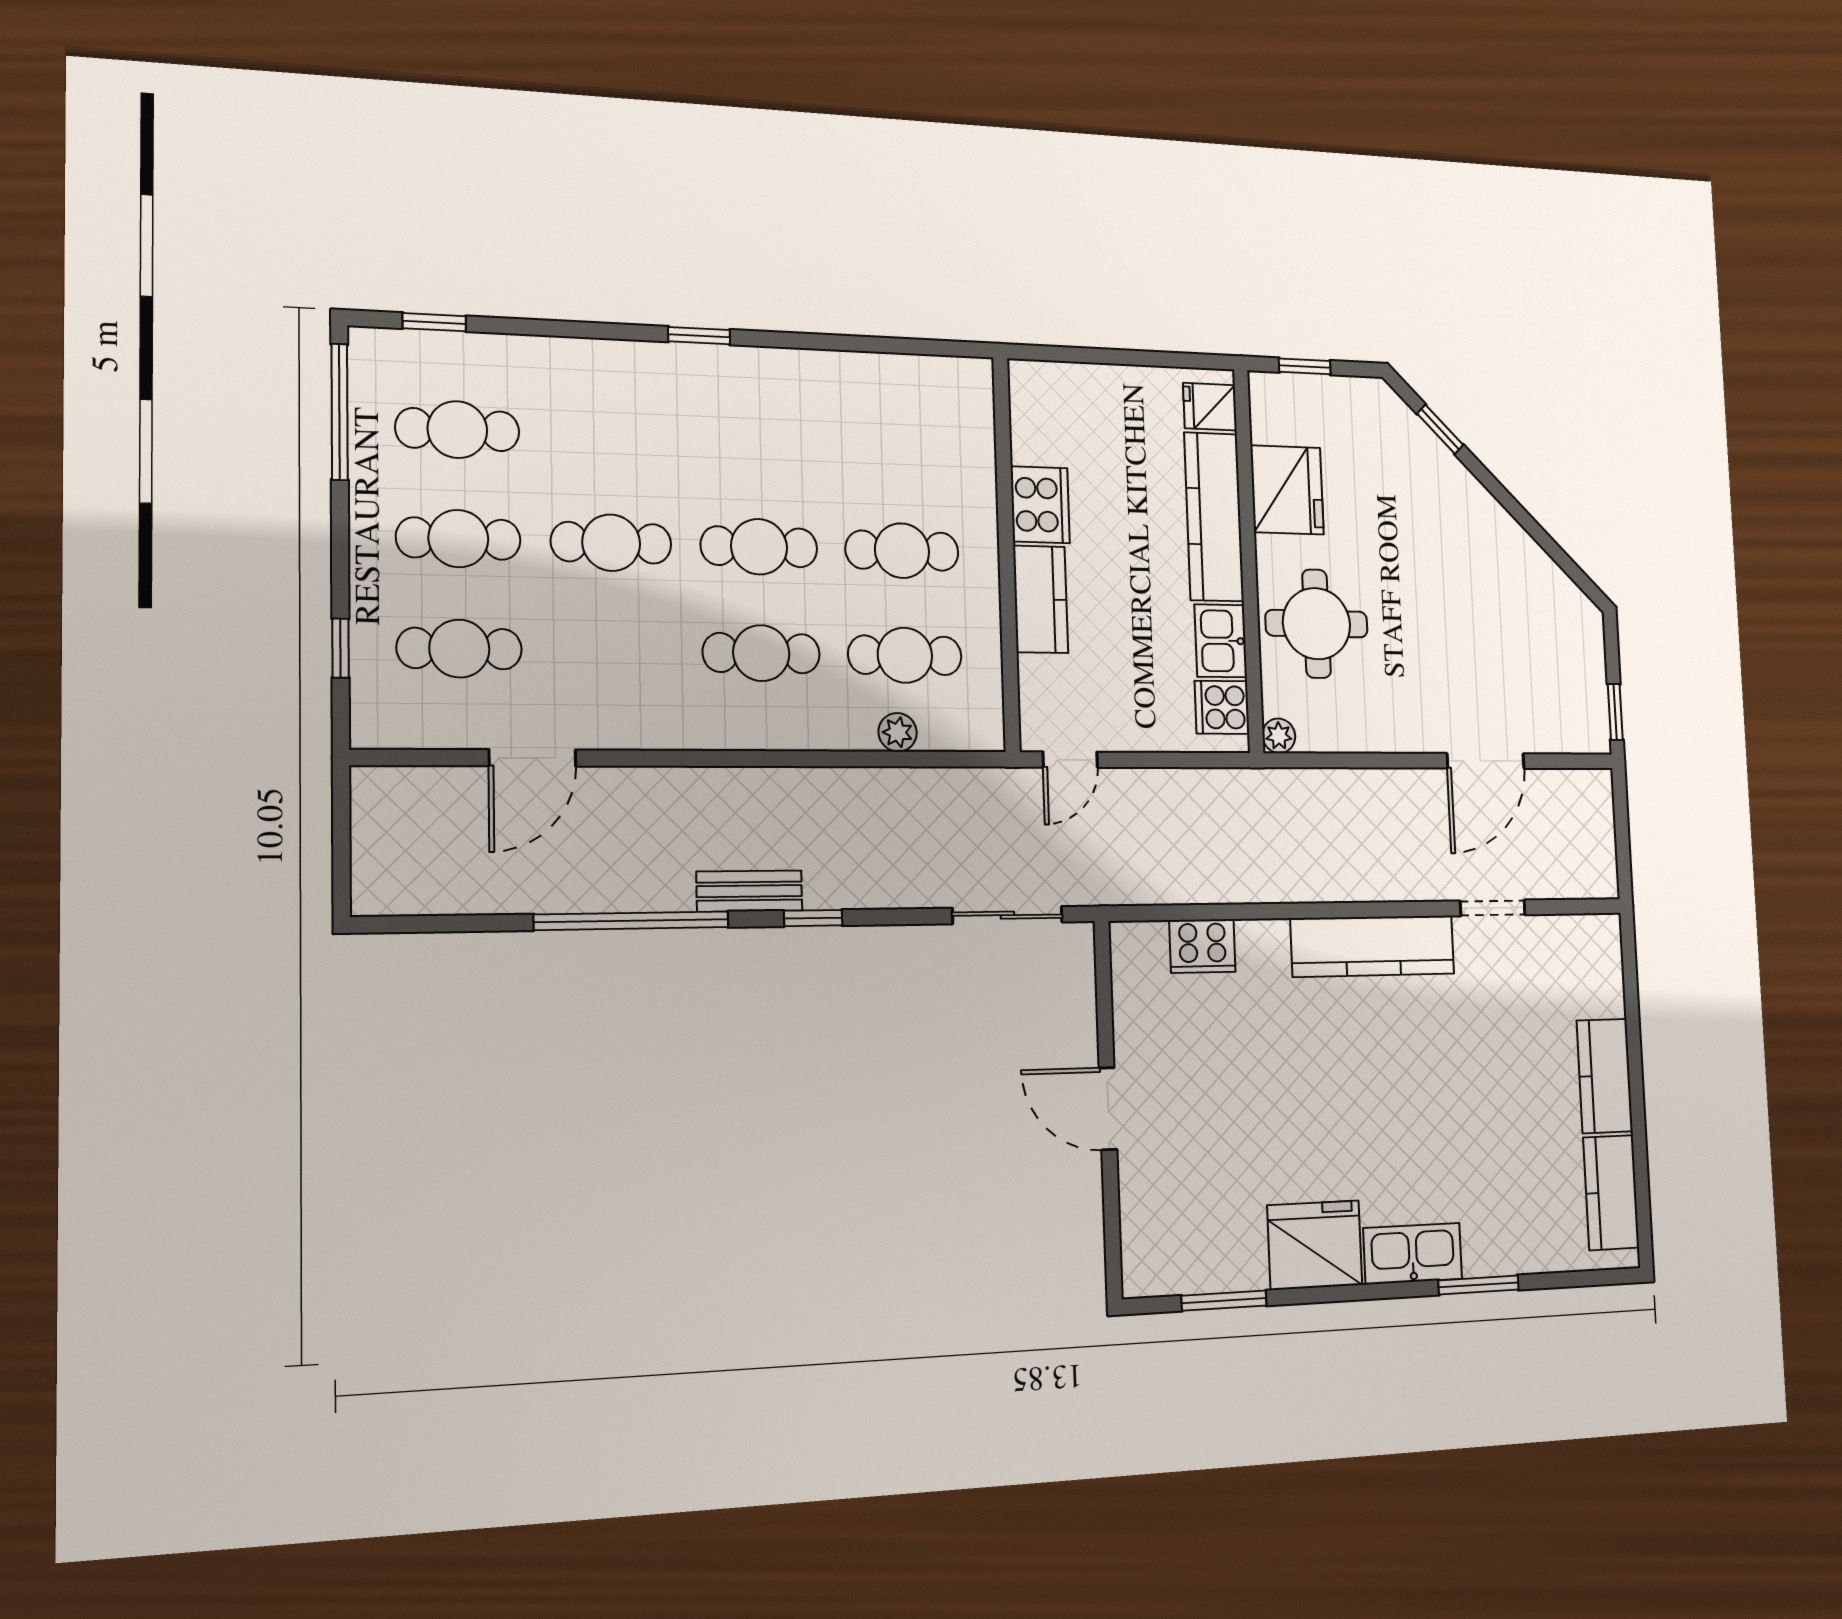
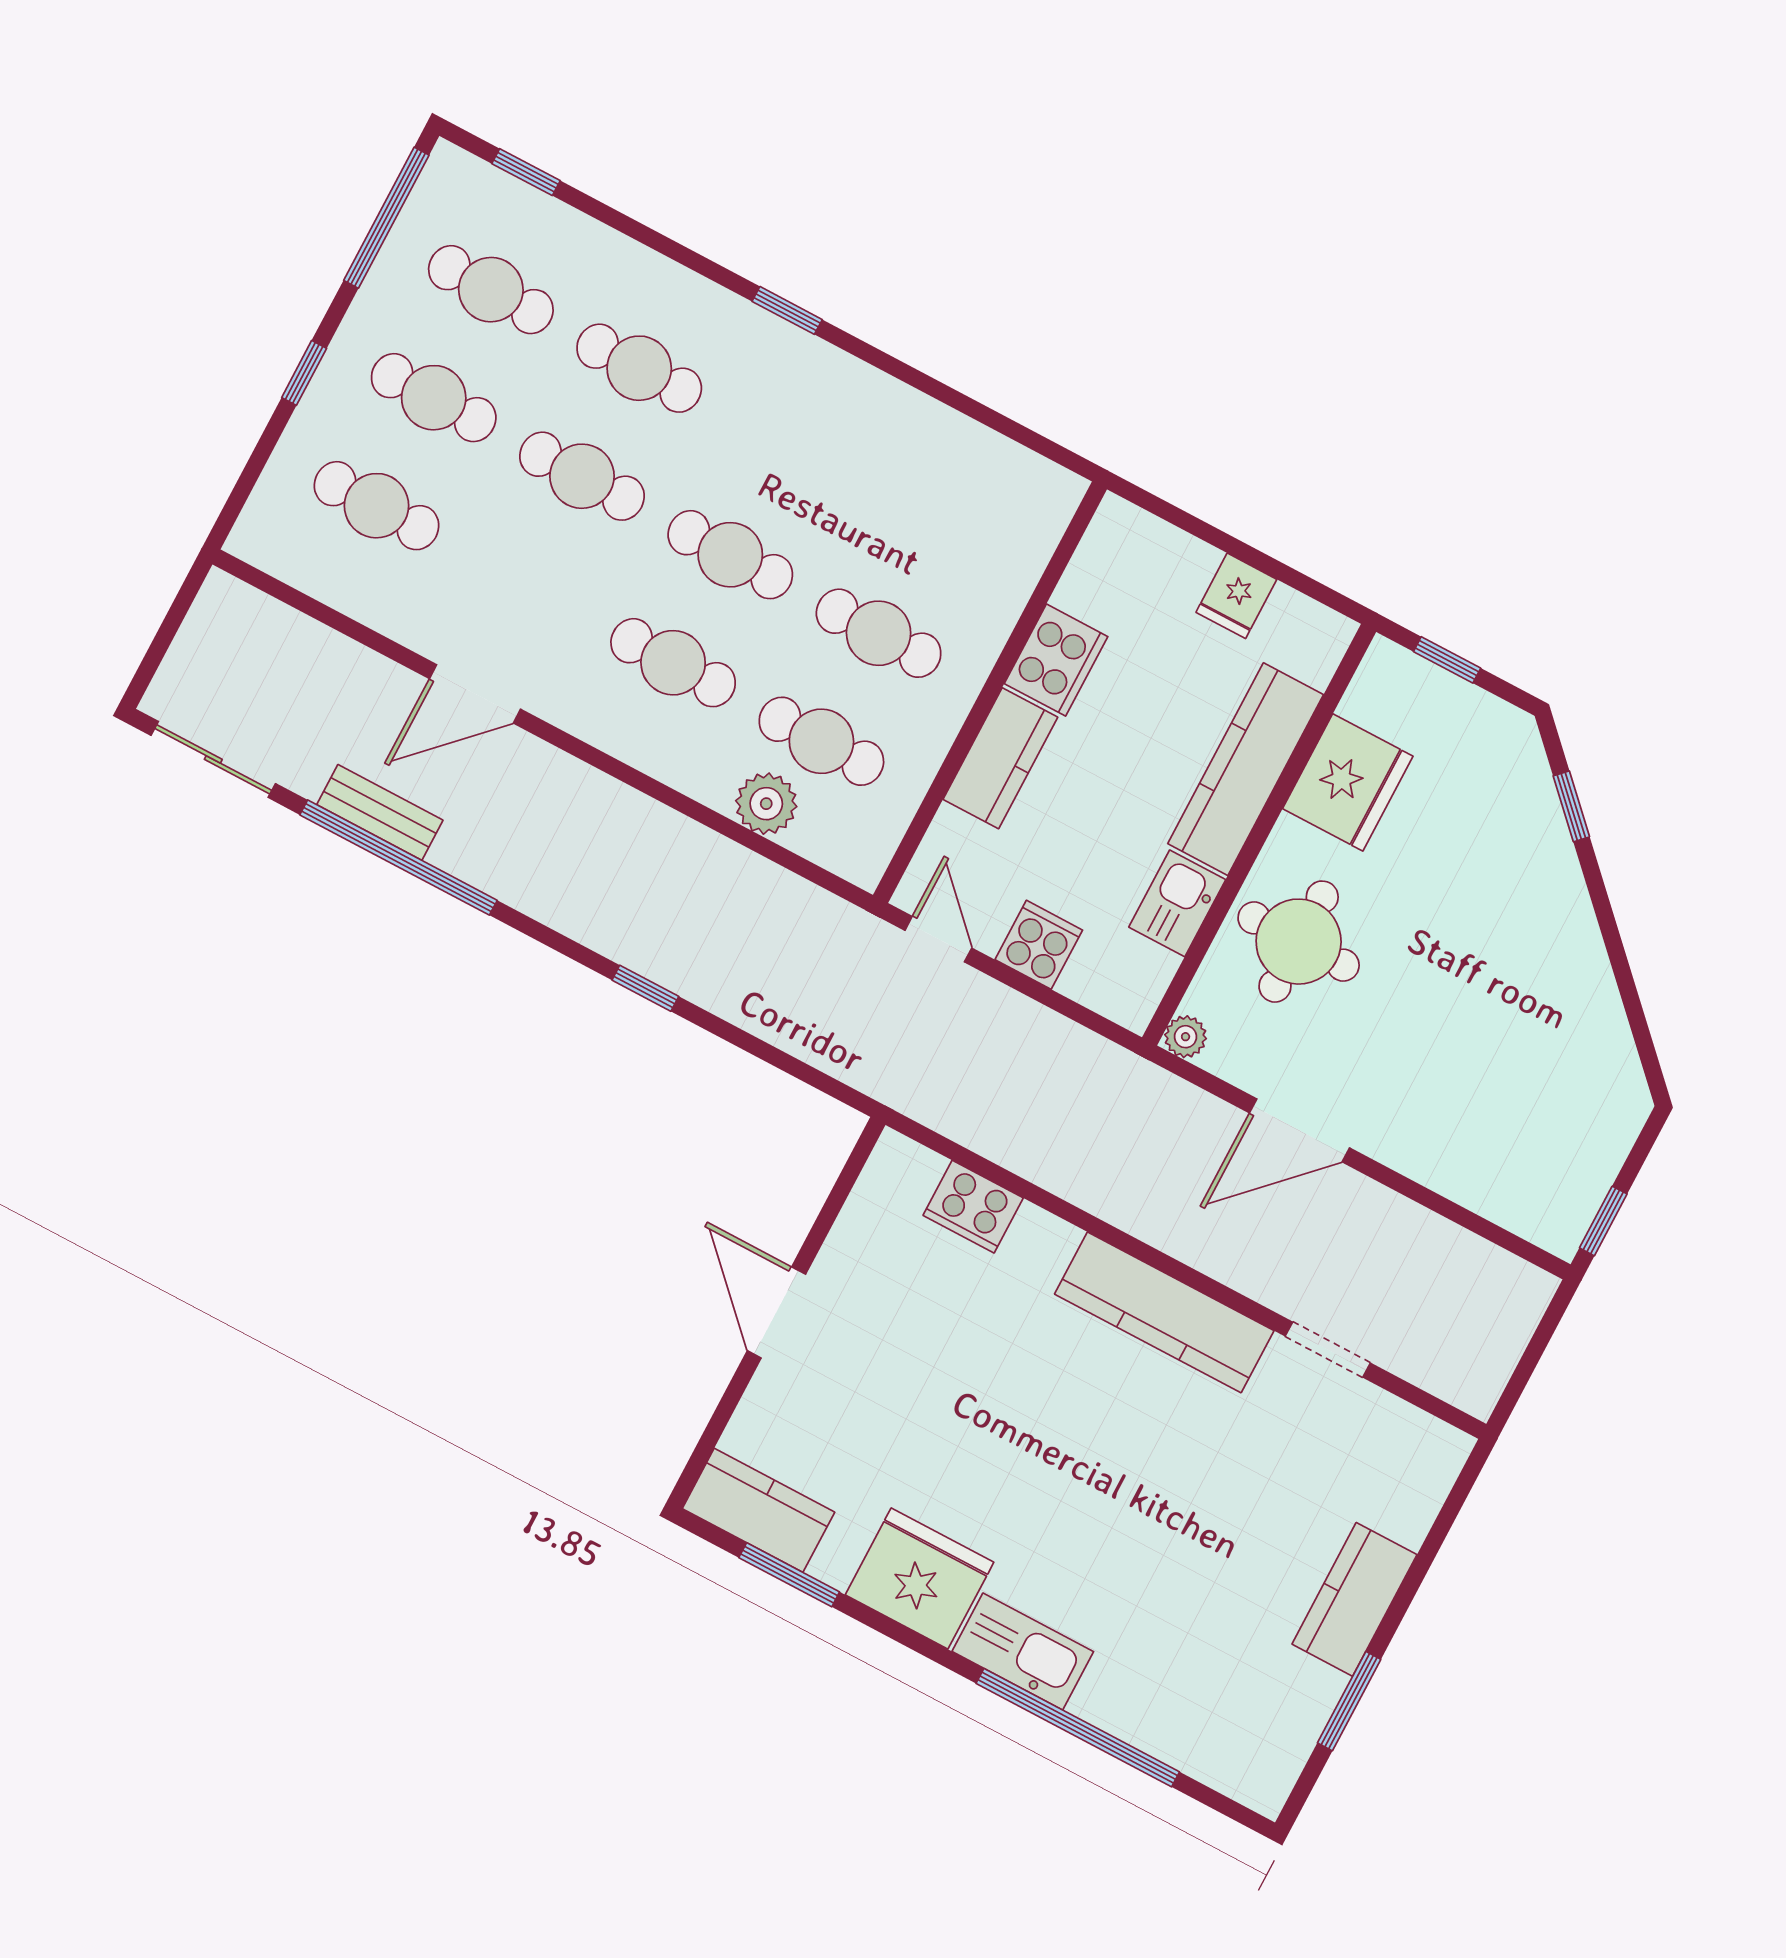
fridge: (1210, 407) -> (1236, 596), moved, turned -90
cafe table: (610, 436) -> (639, 368), added
window: (341, 648) -> (304, 373), moved
cooker: (1222, 707) -> (1039, 945), moved, turned 90
plant: (898, 732) -> (766, 804), width x1.38, depth x1.38
door: (532, 758) -> (475, 694), moved
door: (1070, 760) -> (938, 939), swing flipped
door: (1486, 761) -> (1299, 1130), moved
bench: (749, 891) -> (380, 812), moved
sliding door: (1007, 915) -> (213, 759), moved
window: (813, 918) -> (645, 988), moved
window: (1640, 1150) -> (1349, 1701), added
kitchen counter: (1611, 1193) -> (758, 1510), moved, turned 90
window: (1479, 1285) -> (1078, 1728), width x2.11

